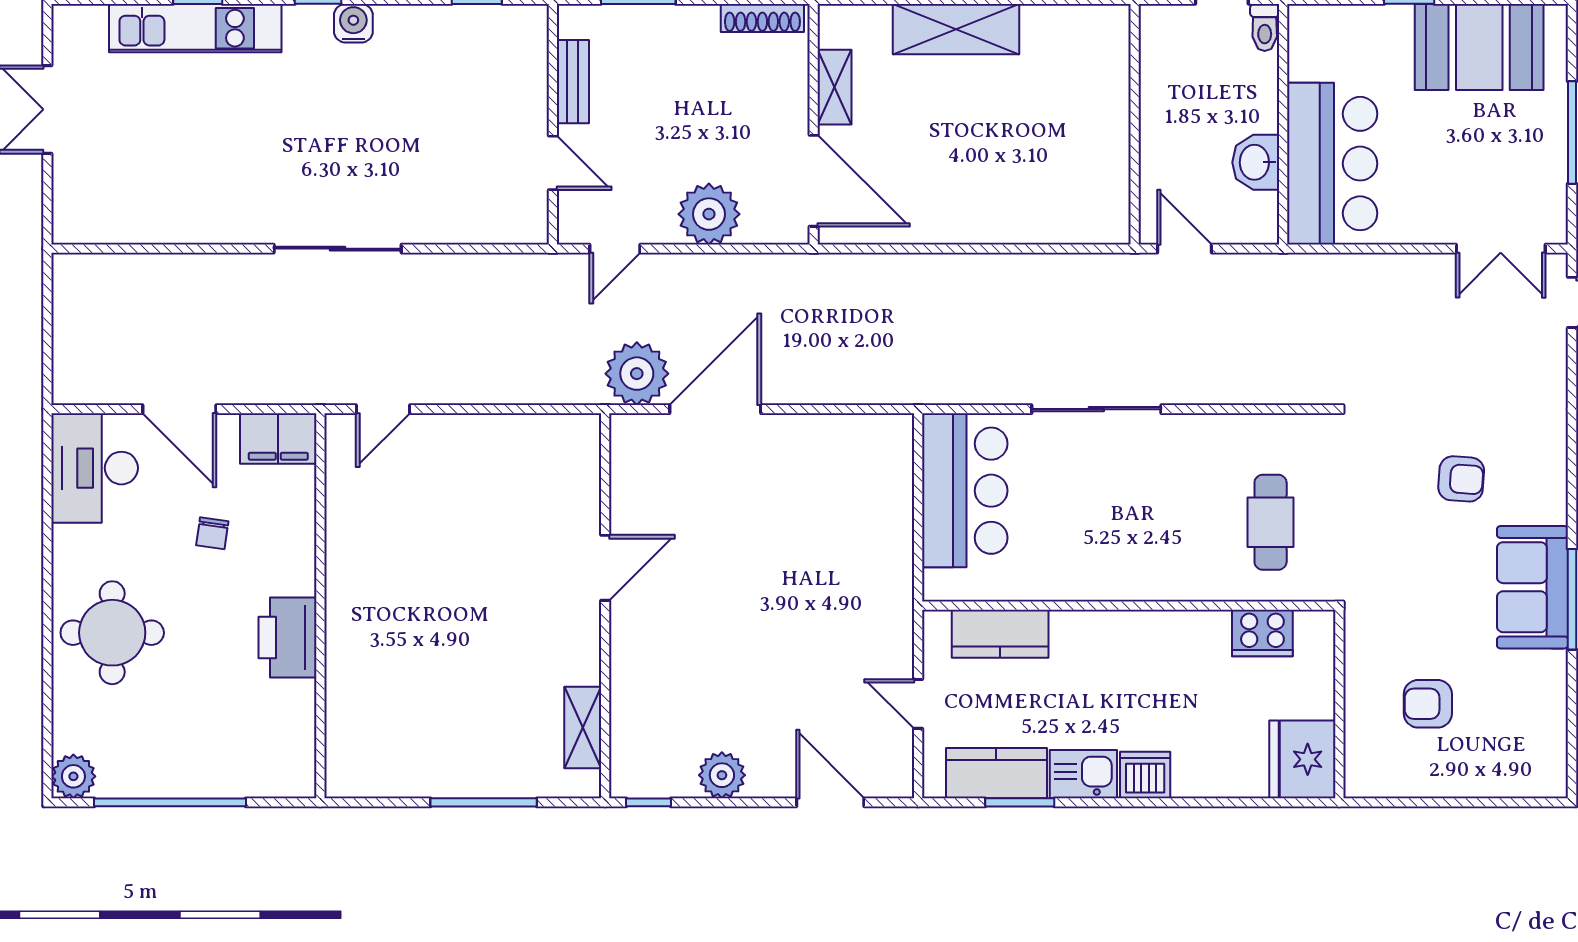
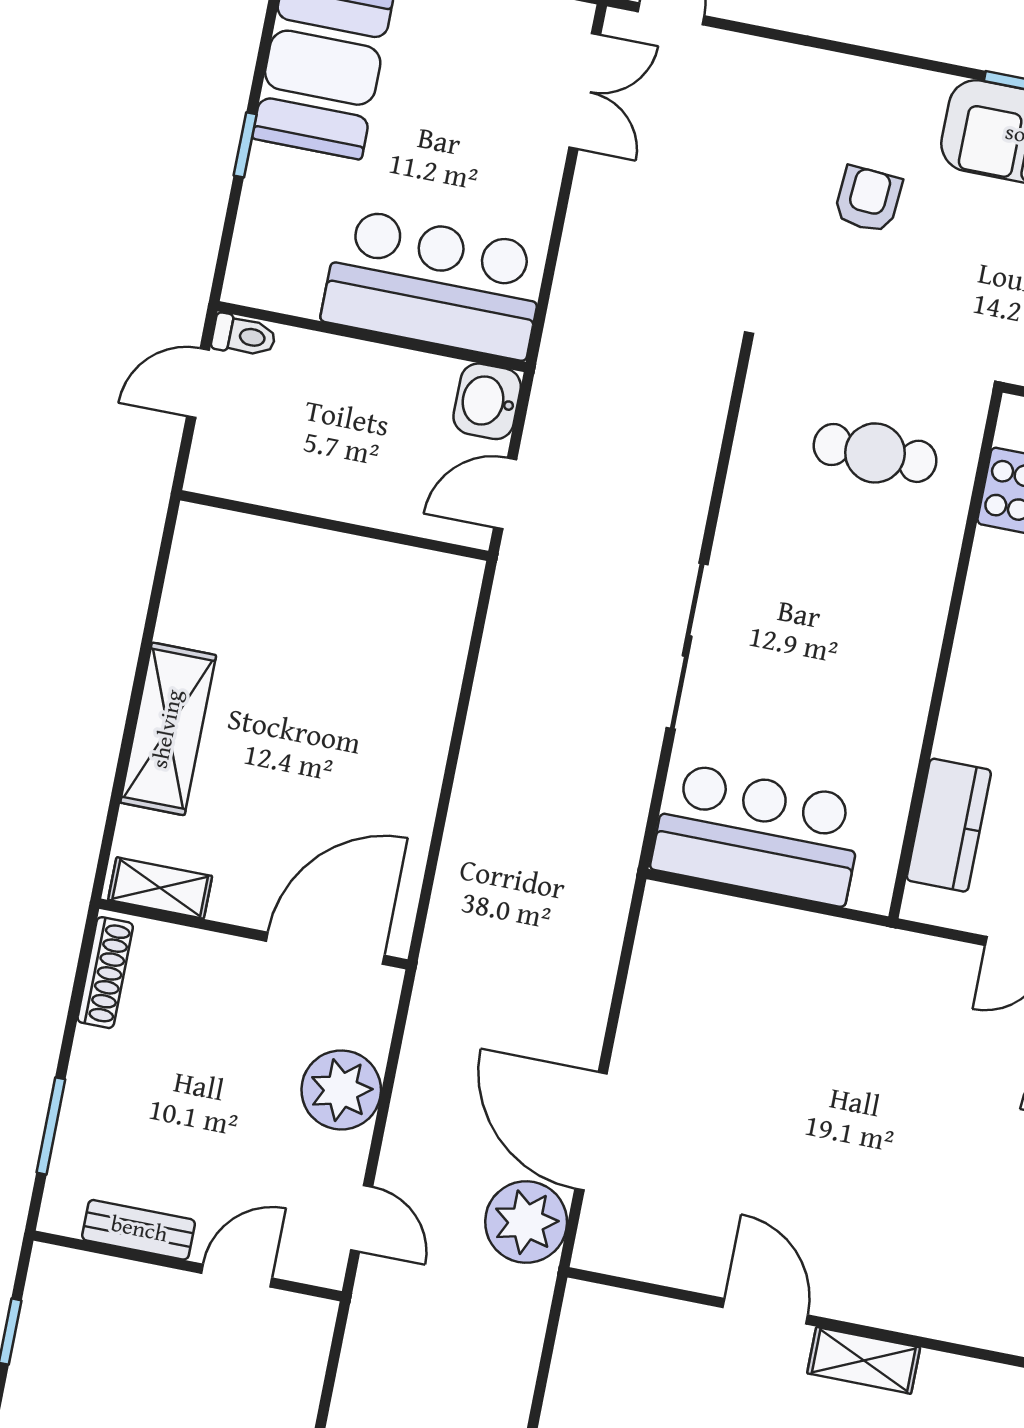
shelving: (835, 87) -> (160, 888), moved
washbasin: (1256, 162) -> (487, 401), moved, turned 90
shelving: (583, 727) -> (864, 1360), moved

